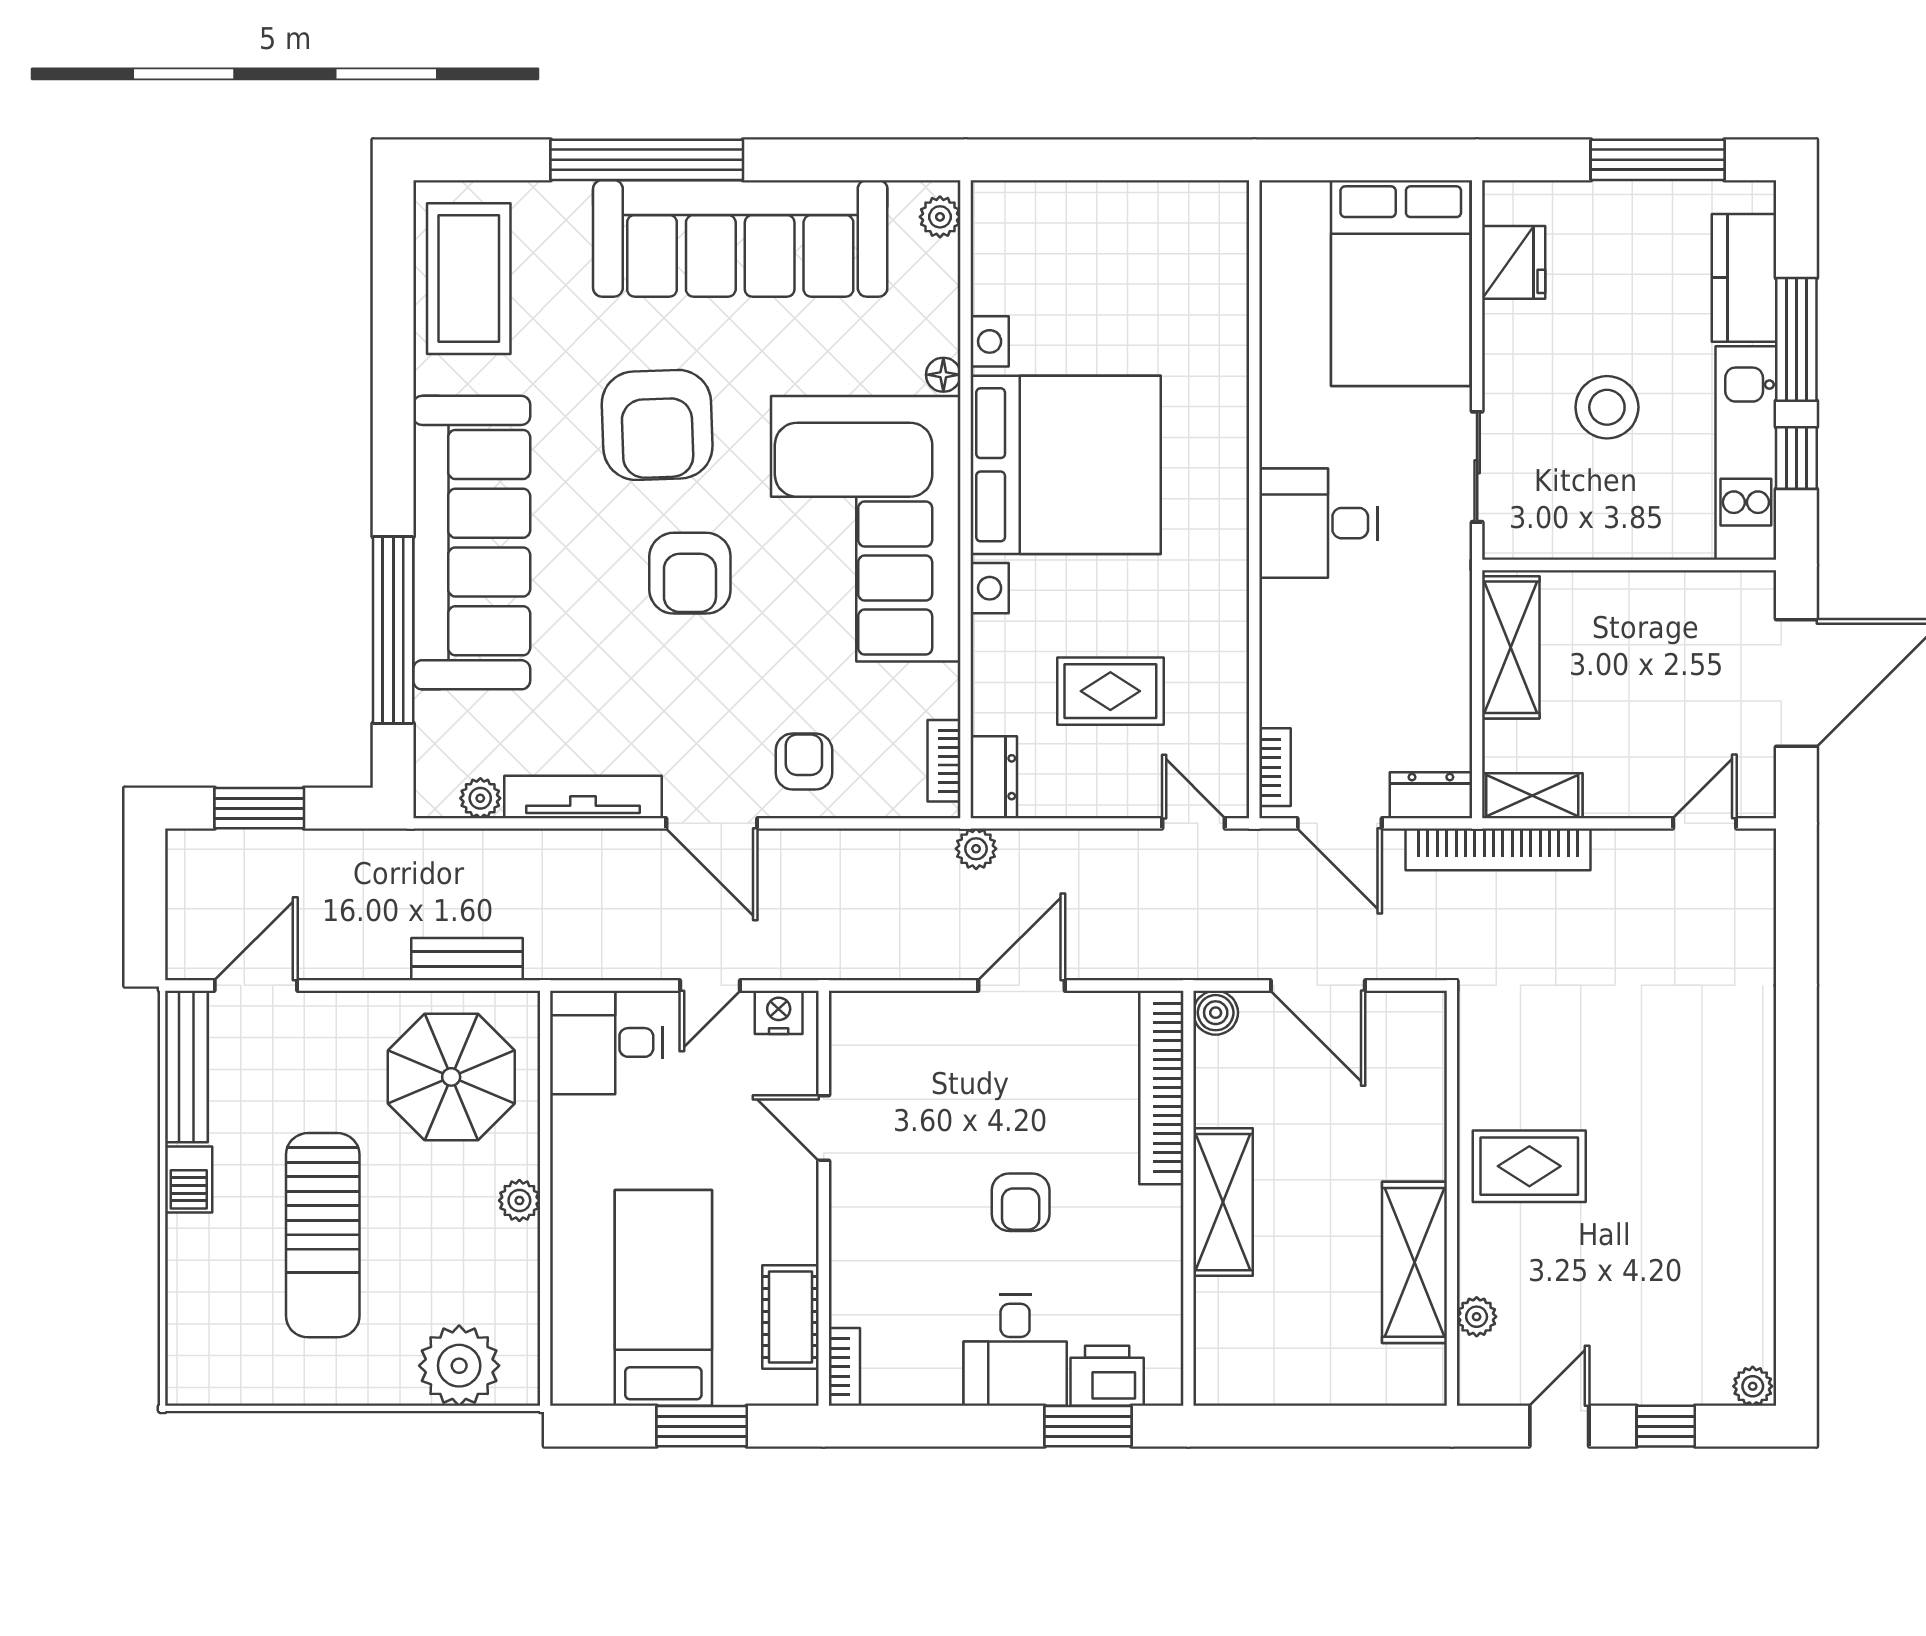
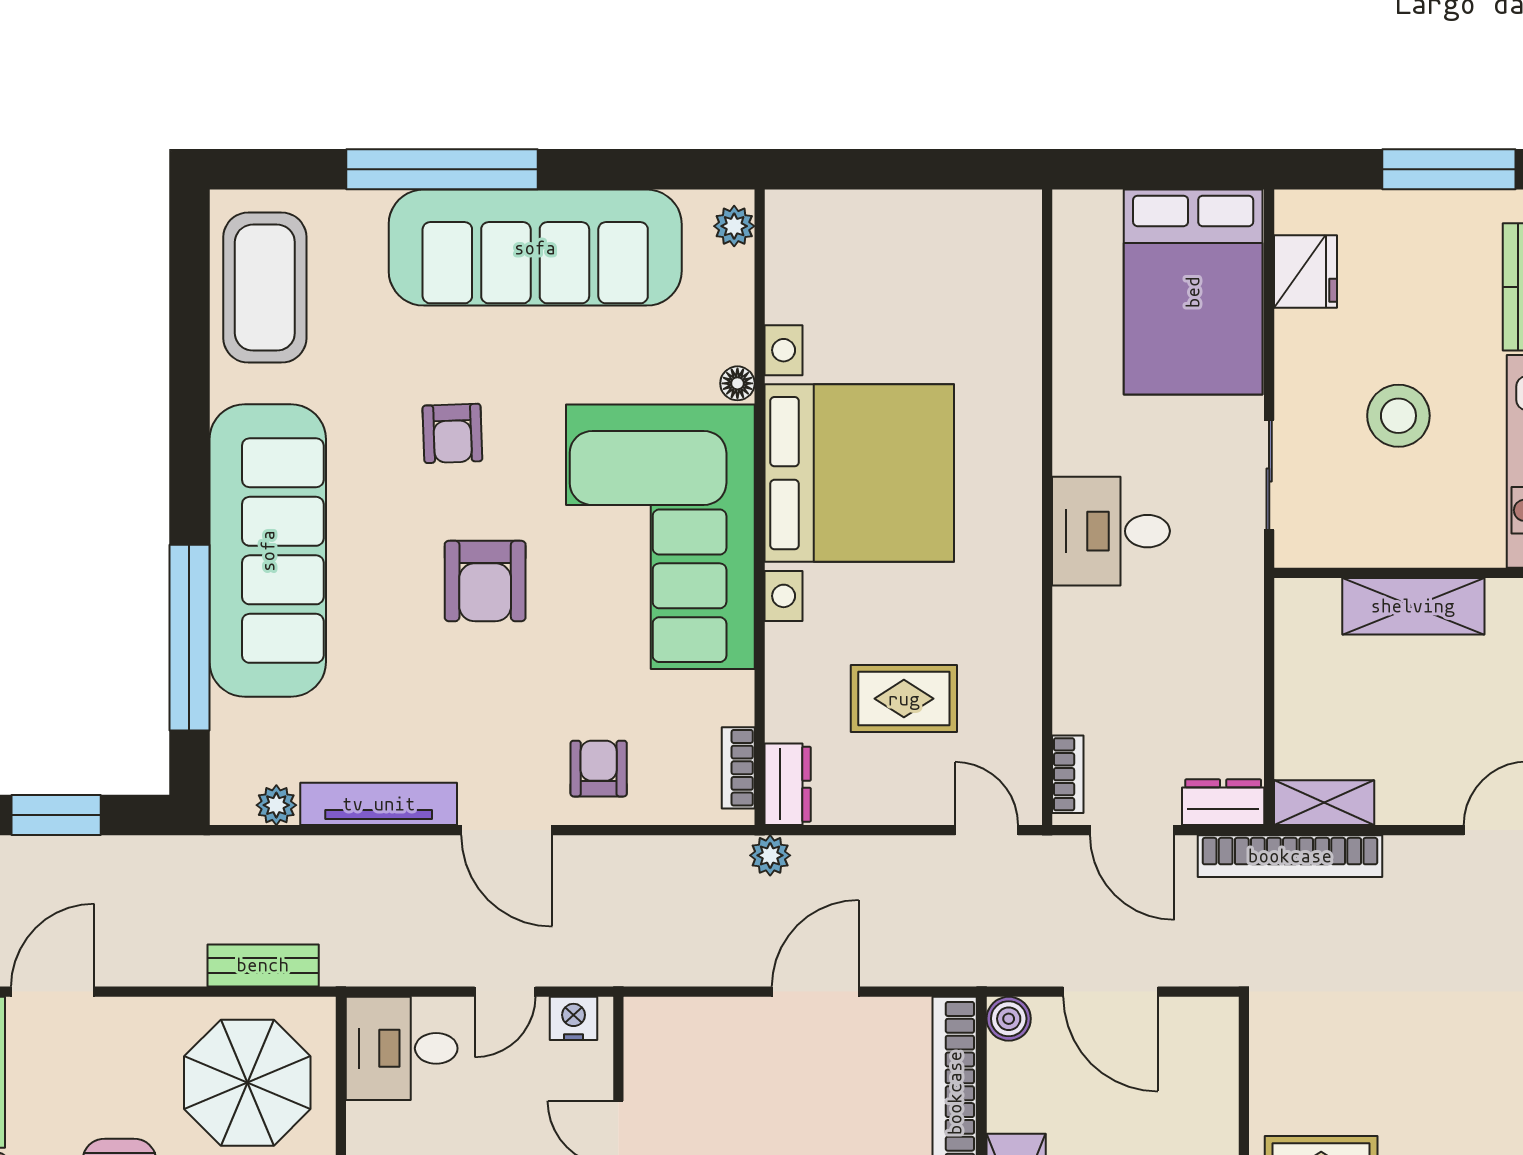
armchair: (657, 425) -> (452, 433), width x0.53, depth x0.53
shelving: (1511, 647) -> (1413, 606), moved, turned 90

